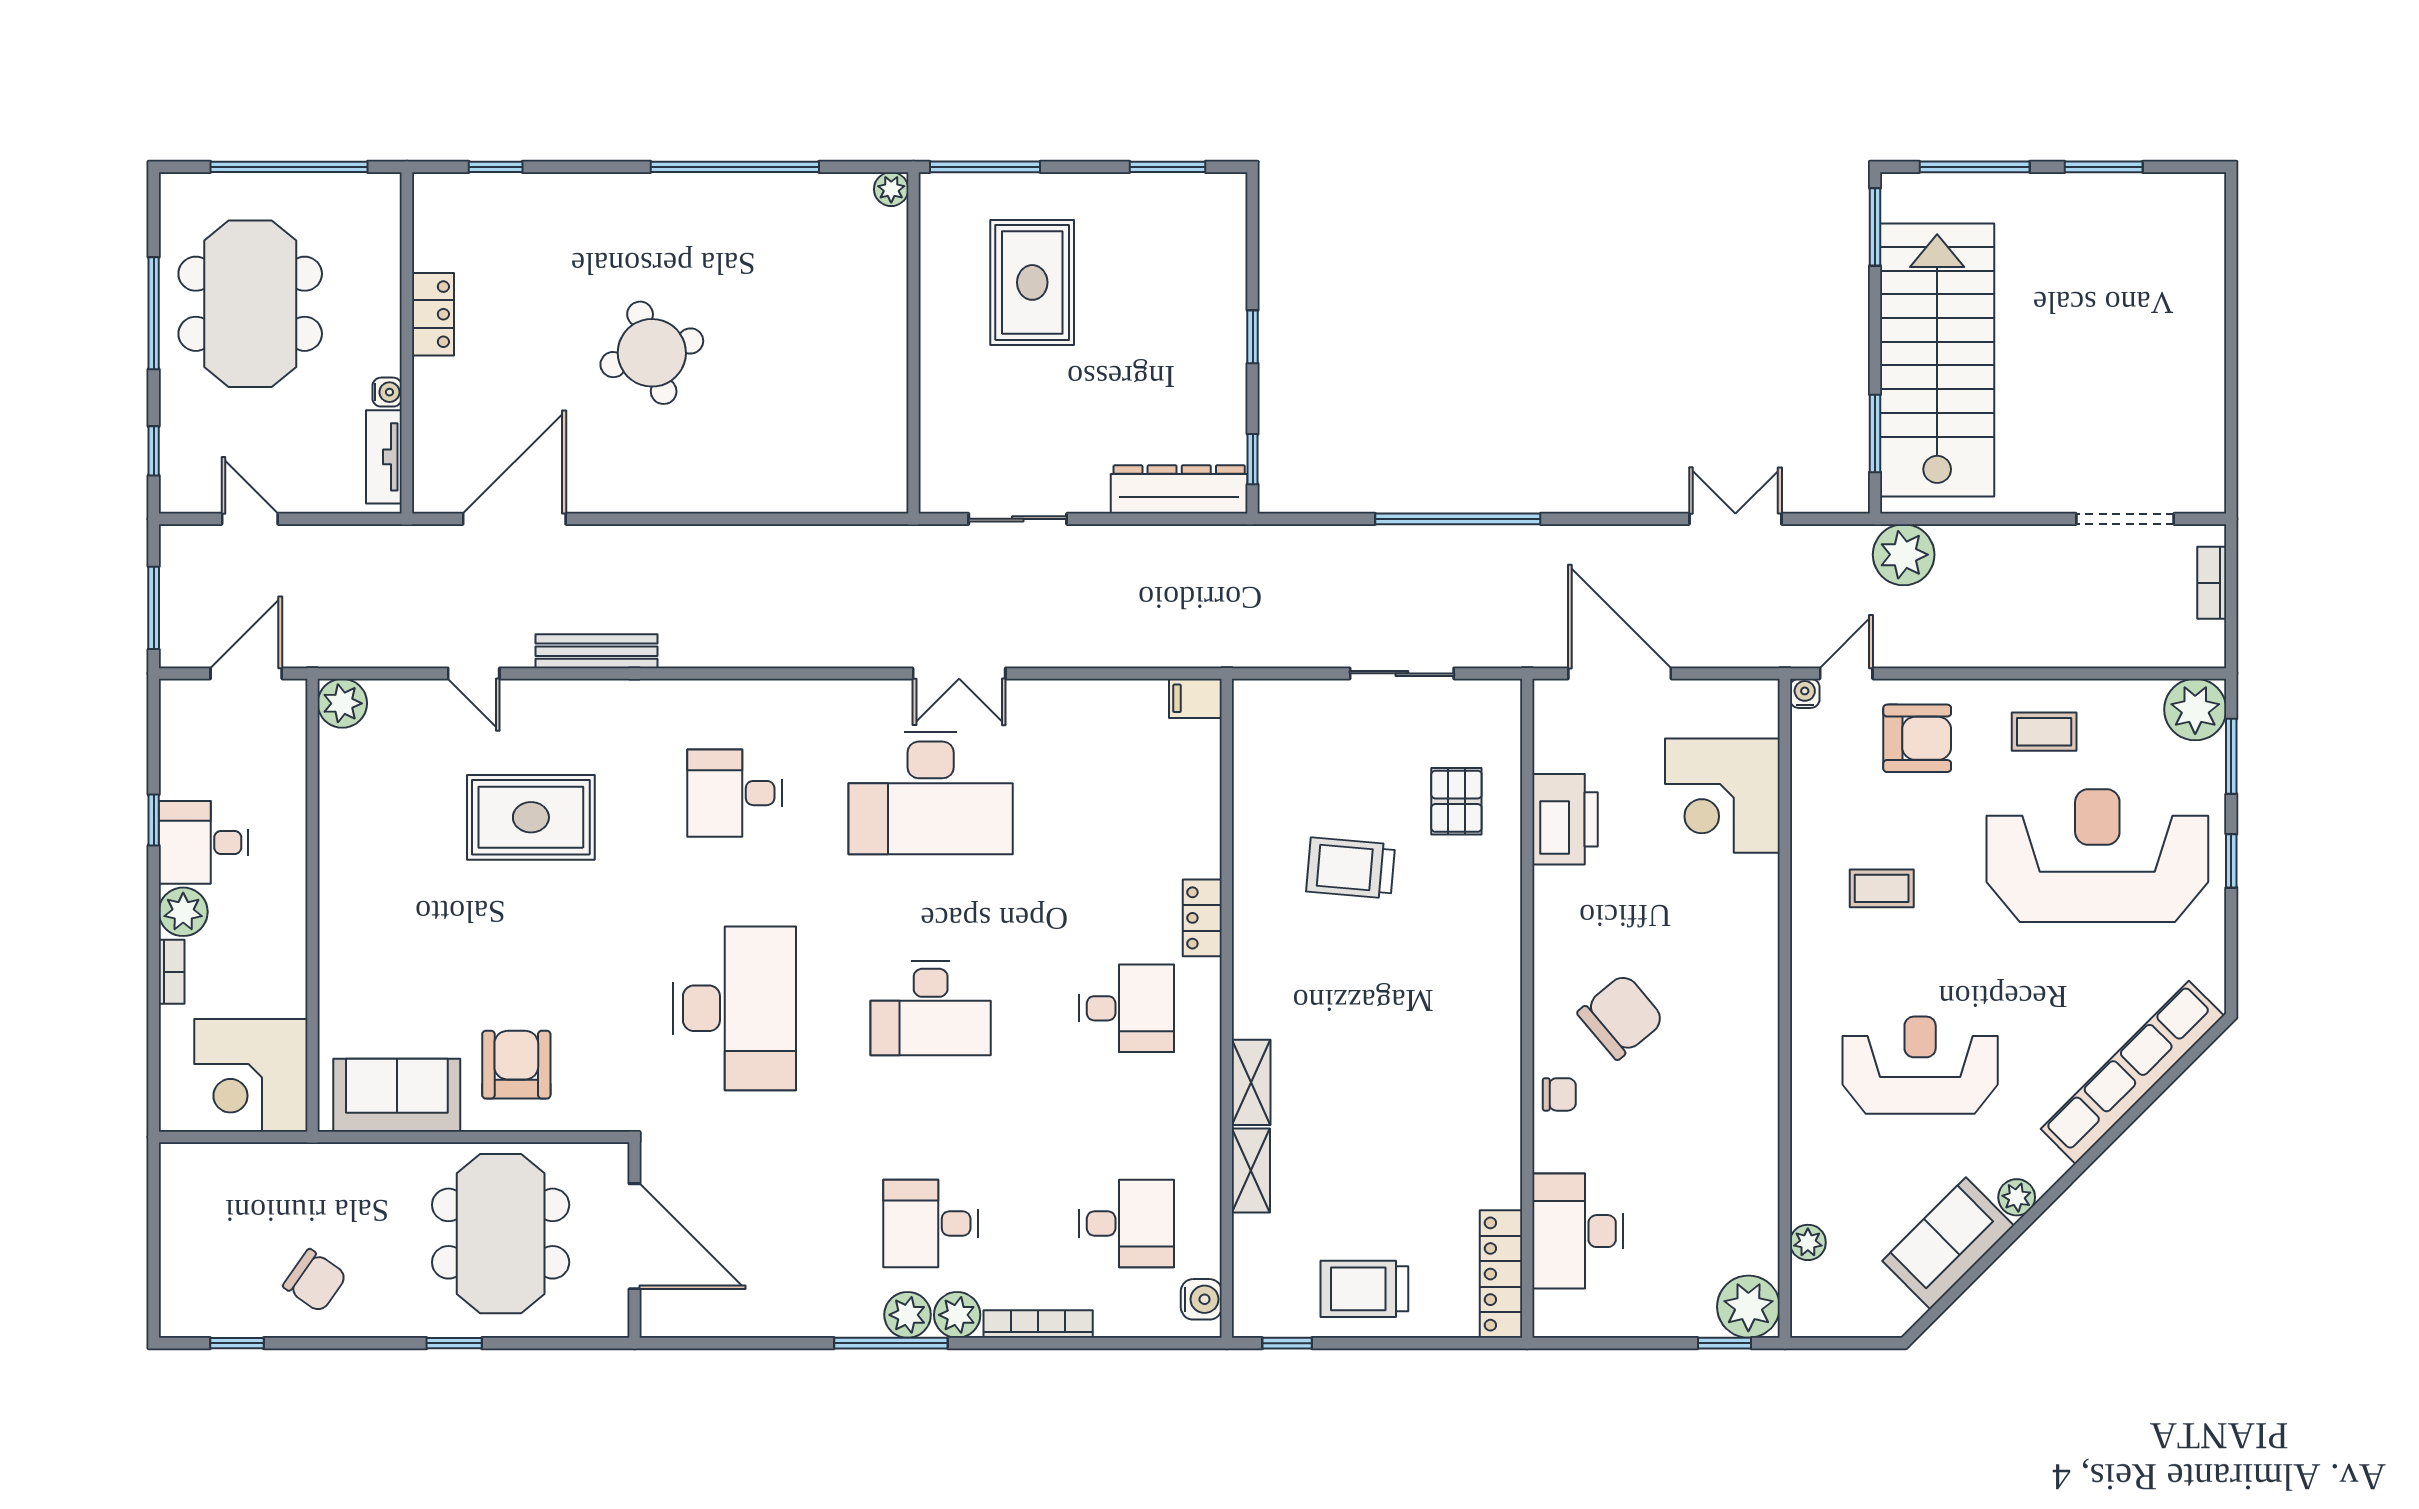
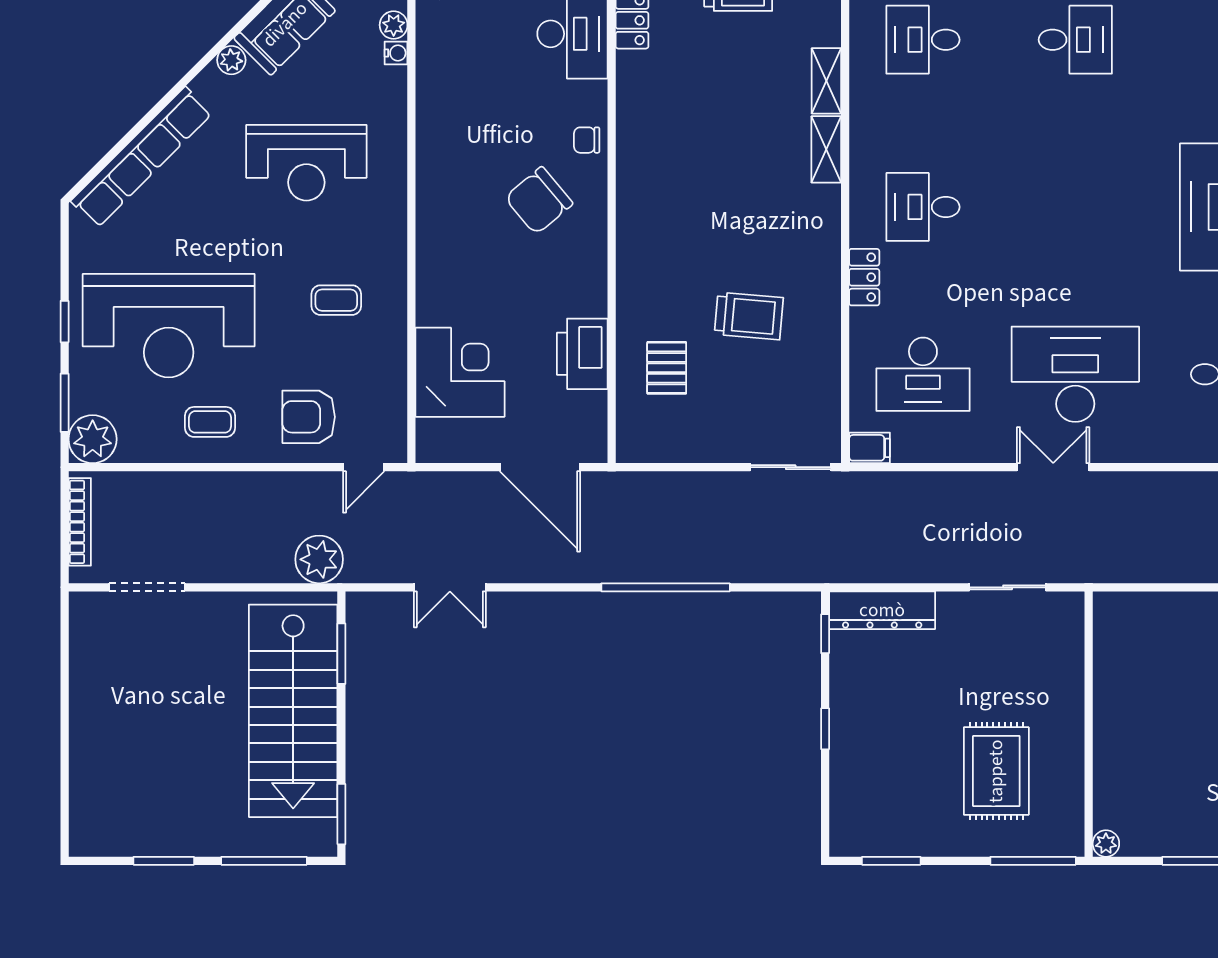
bookcase: (2212, 583) -> (80, 522), width x1.56
sliding door: (1402, 673) -> (791, 467), moved
water cooler: (1805, 693) -> (396, 53), moved, turned -90
desk: (931, 1008) -> (923, 374), moved, turned 180

